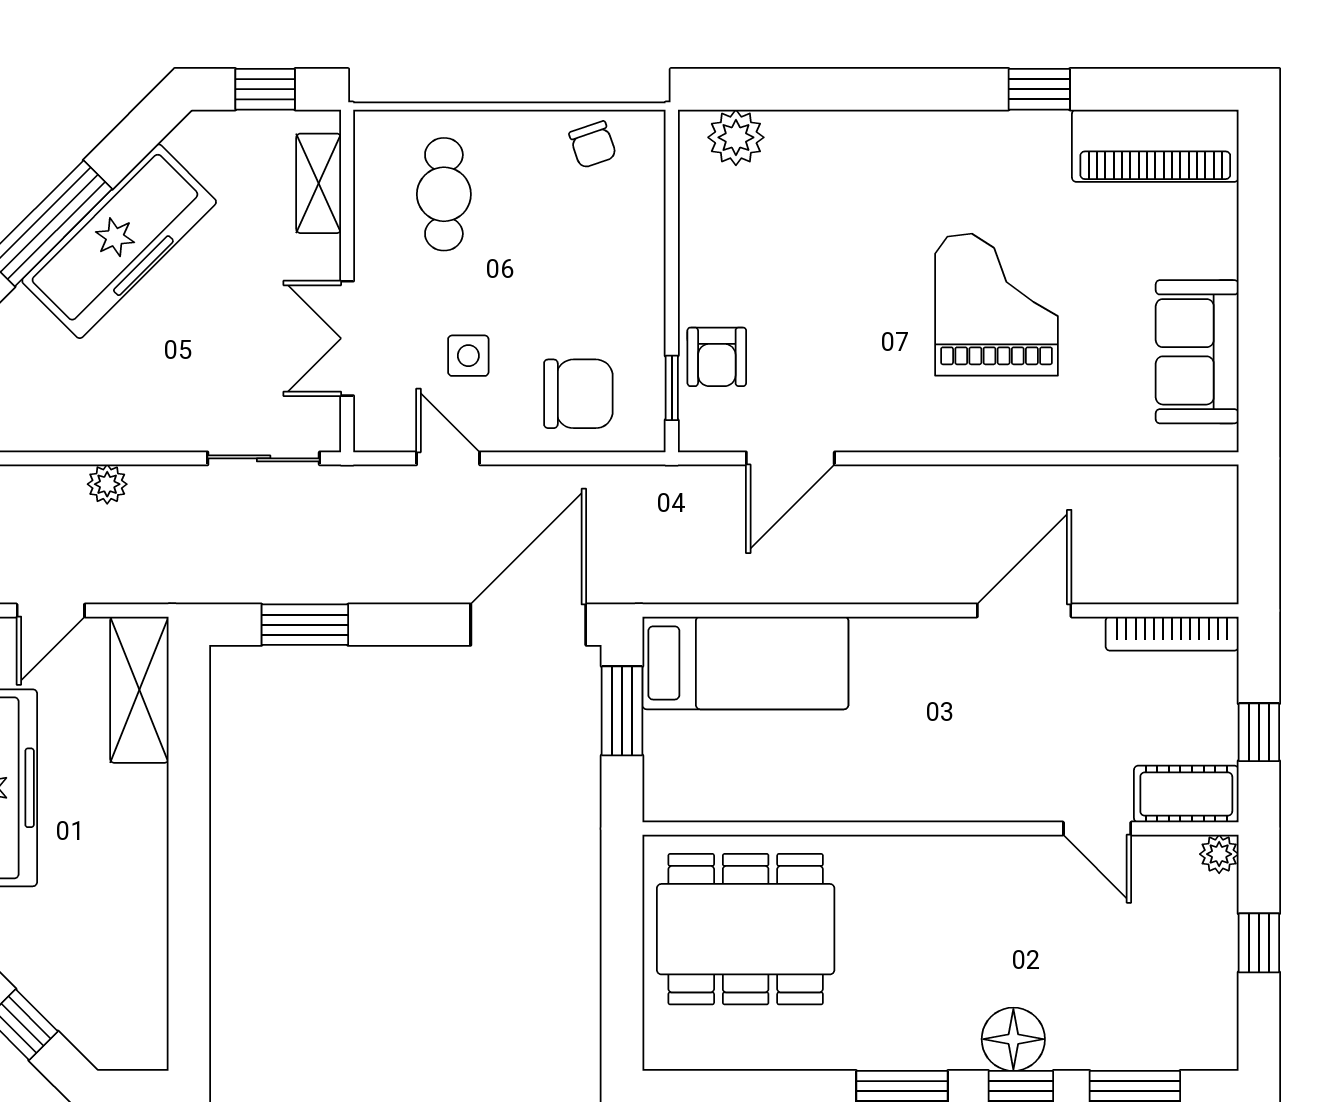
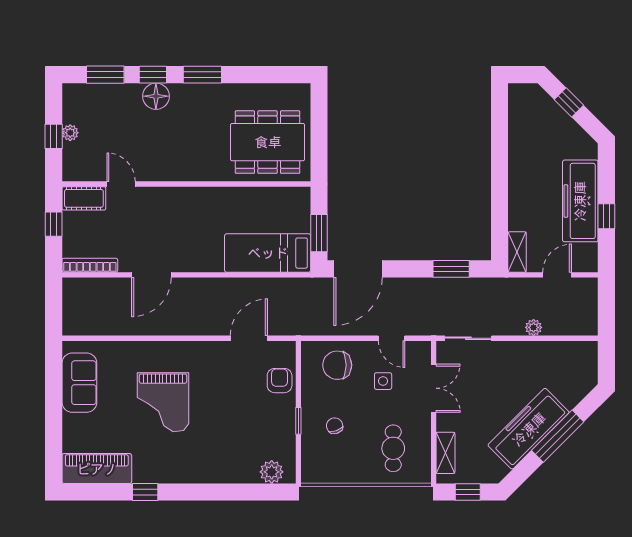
chair: (593, 145) -> (335, 426), moved
window: (672, 388) -> (298, 421), moved
shelving: (139, 690) -> (517, 252), width x0.67, depth x0.75
plant: (1219, 854) -> (70, 133), moved

